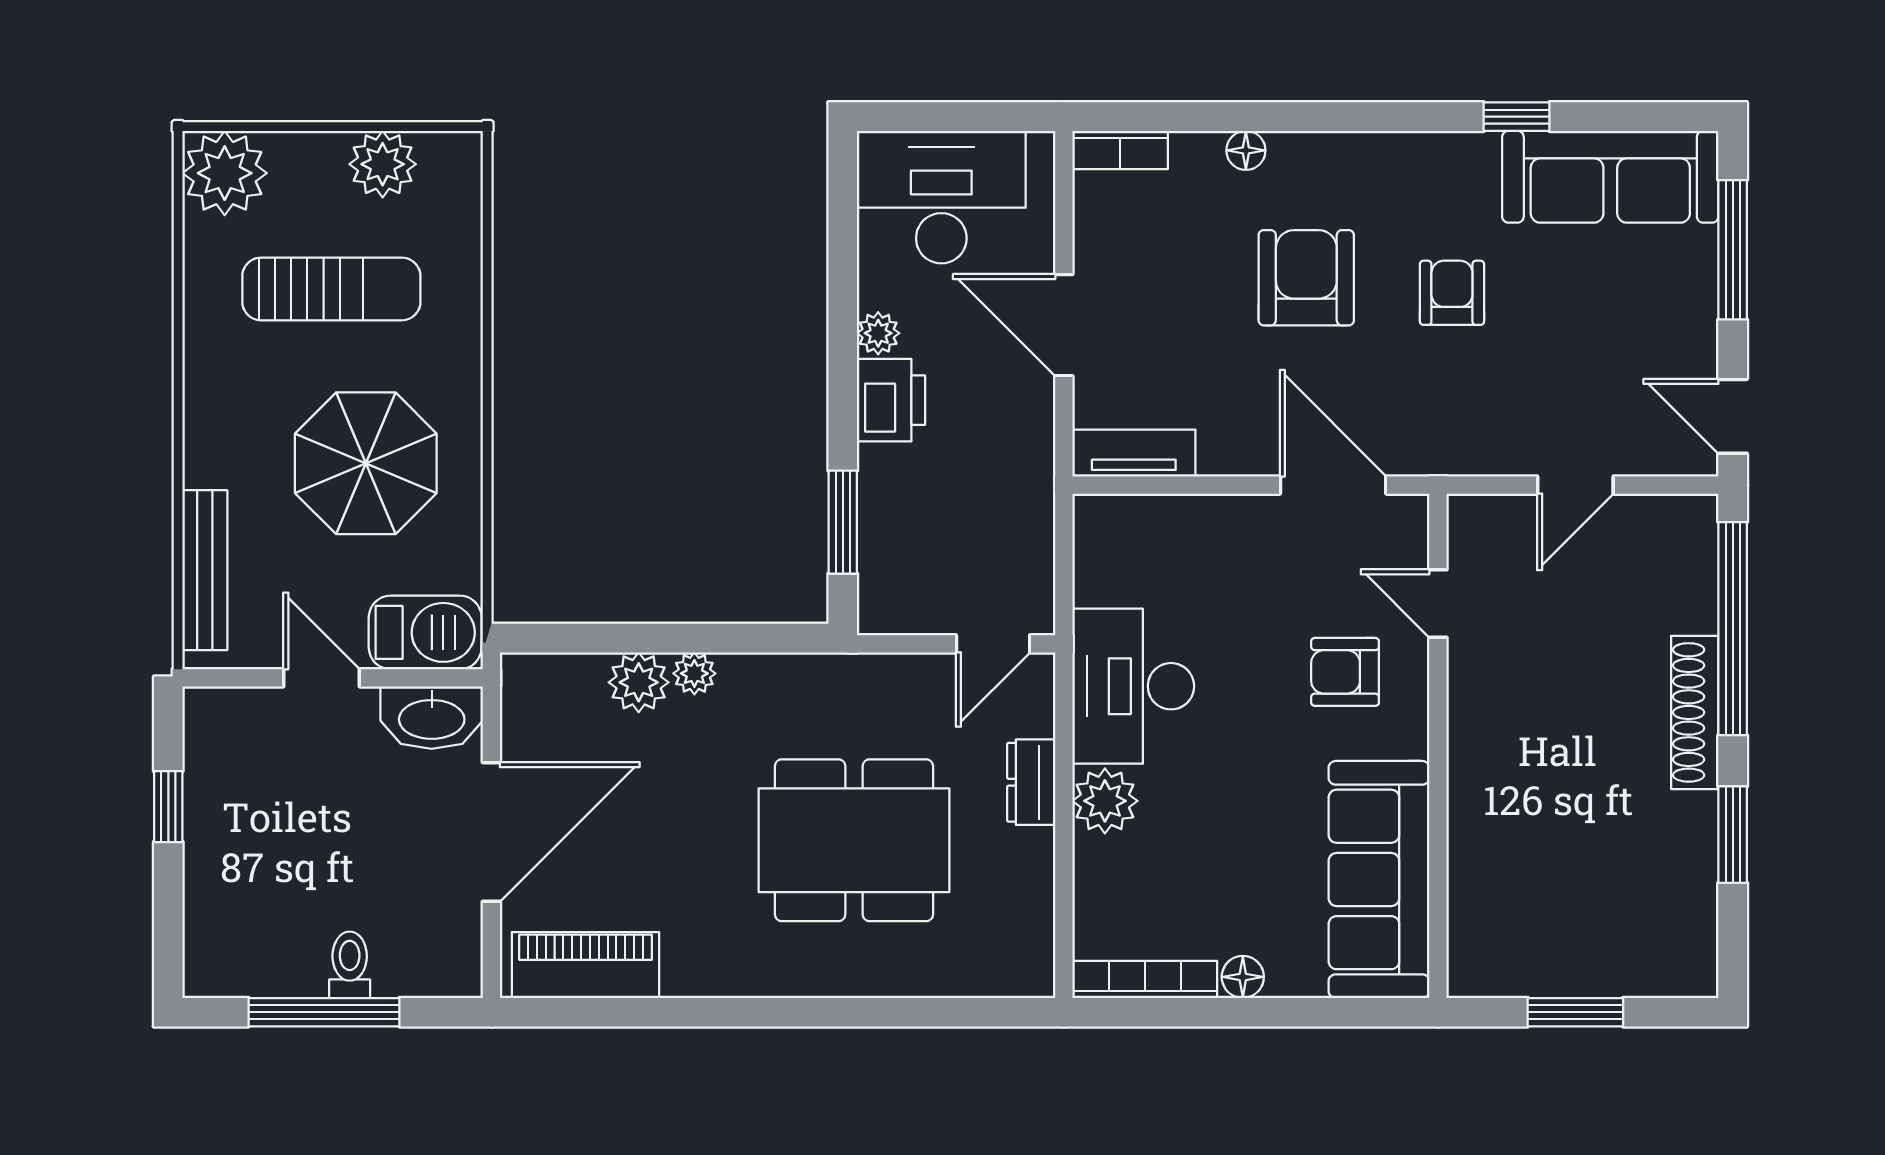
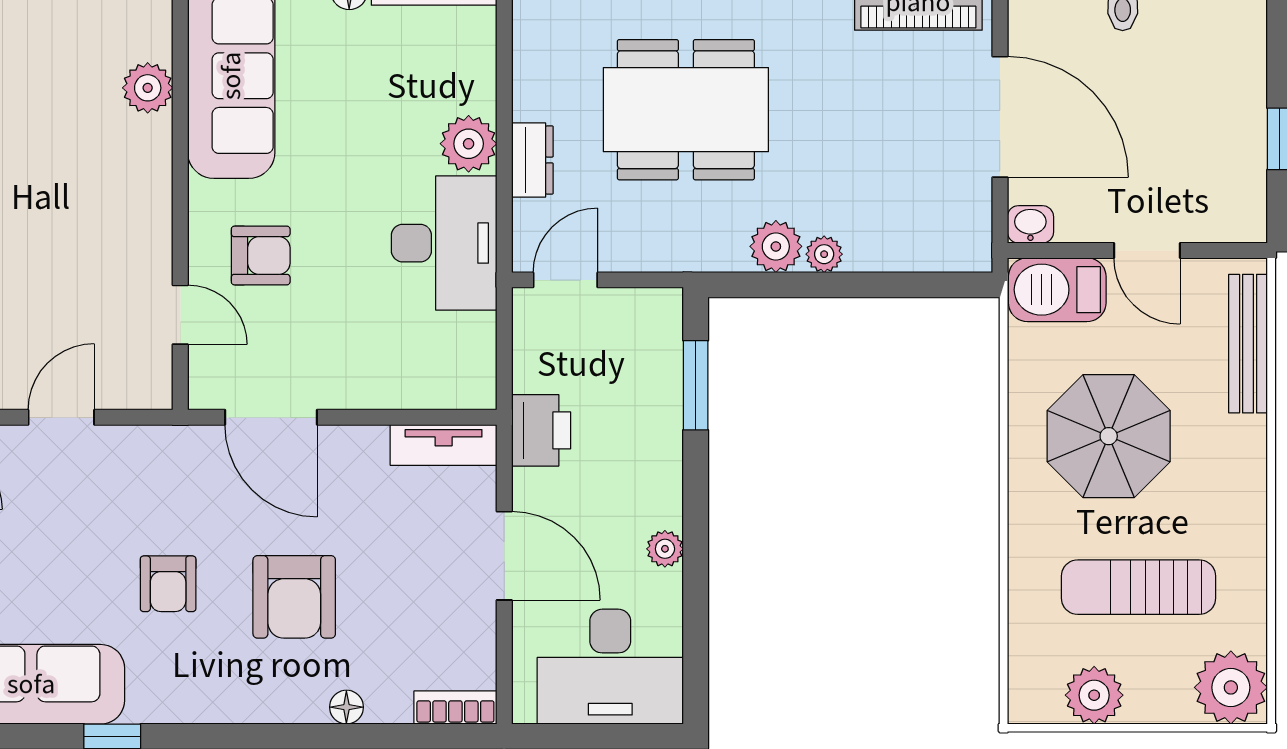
printer: (891, 400) -> (541, 430), moved, turned 180
plant: (639, 682) -> (776, 246), moved
washbasin: (432, 718) -> (1030, 224), width x0.52, depth x0.69
door: (491, 832) -> (1000, 117), swing flipped
plant: (1475, 866) -> (148, 88), added

